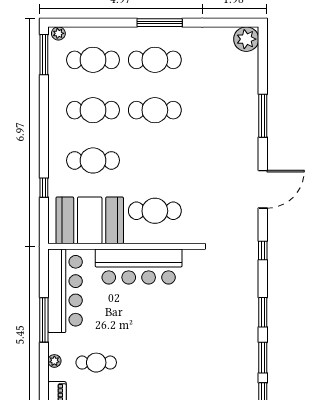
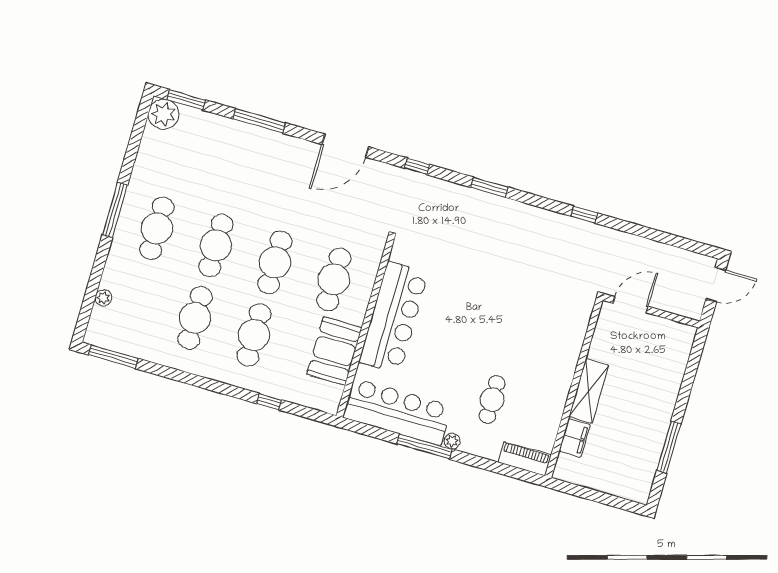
plant: (58, 33) -> (103, 298), moved
cafe table: (93, 60) -> (275, 262), moved
door: (263, 189) -> (345, 146), swing flipped
booth: (90, 220) -> (334, 351), width x0.73, depth x0.70
window: (263, 358) -> (186, 100), moved
plant: (54, 361) -> (452, 441), moved

